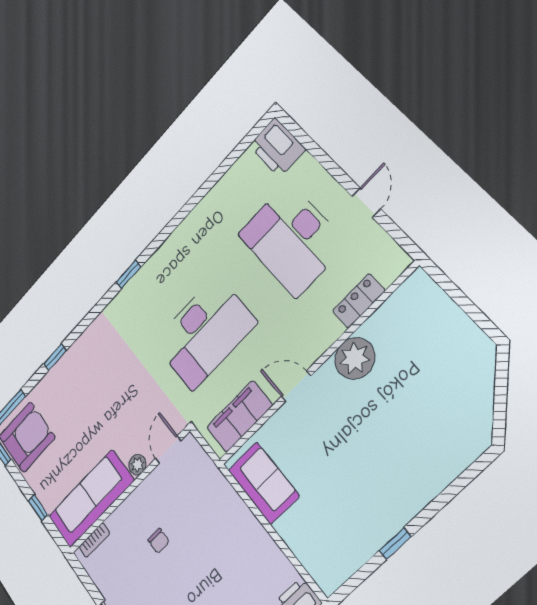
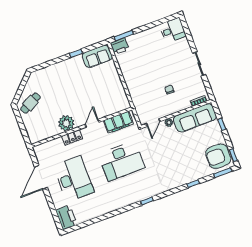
door: (366, 203) -> (41, 177), width x1.88
locker: (359, 301) -> (72, 137), moved
desk: (205, 332) -> (122, 161), turned 180
cafe table: (461, 366) -> (31, 103), added
door: (296, 386) -> (92, 123), swing flipped
sofa: (263, 483) -> (97, 56), moved, turned -90

